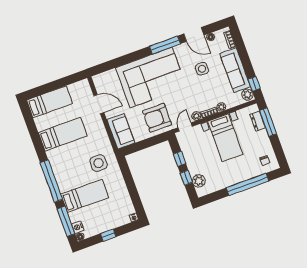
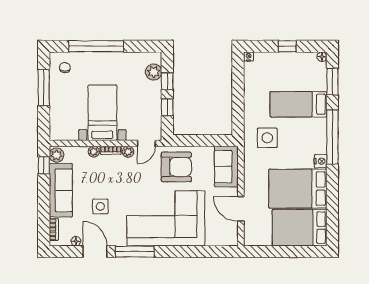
bed: (50, 102) -> (300, 228), width x1.50
dresser: (258, 121) -> (56, 119), removed
window: (268, 122) -> (44, 88), moved
bed: (63, 134) -> (298, 189), width x1.50
window: (66, 221) -> (332, 82), width x0.69
nightstand: (78, 227) -> (321, 161), moved

